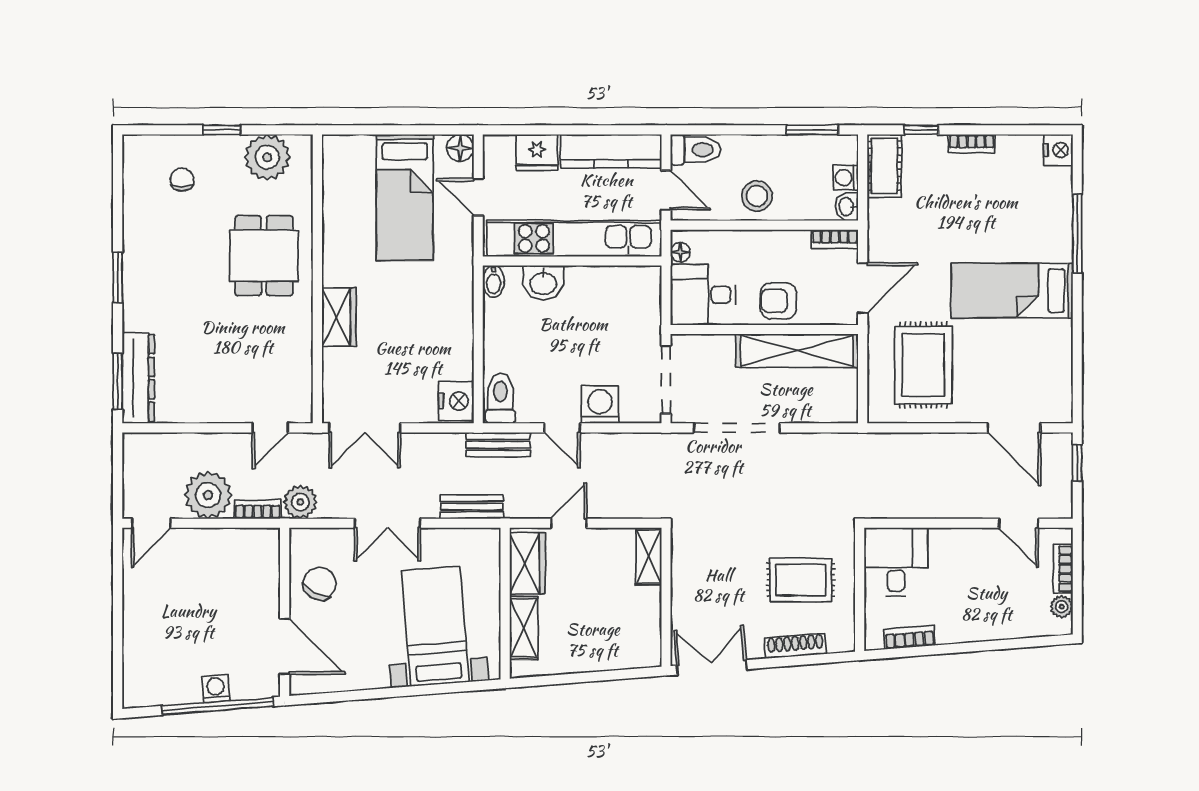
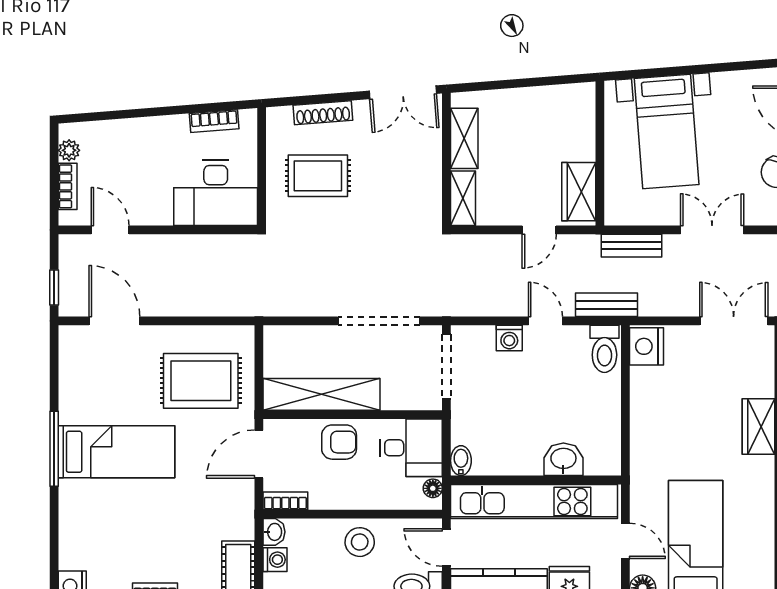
window: (1077, 234) -> (54, 449), moved
bidet: (493, 281) -> (461, 461), moved
rug: (923, 365) -> (201, 381), turned 90
washing machine: (600, 405) -> (509, 338), width x0.73, depth x0.73
desk: (896, 562) -> (216, 193), width x1.37
shelving: (524, 628) -> (464, 138), moved

